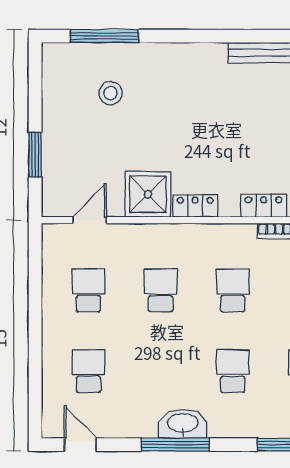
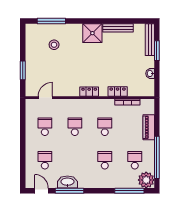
shower: (148, 194) -> (92, 33), moved
washbasin: (183, 424) -> (67, 182), moved
window: (175, 445) -> (70, 191), moved

